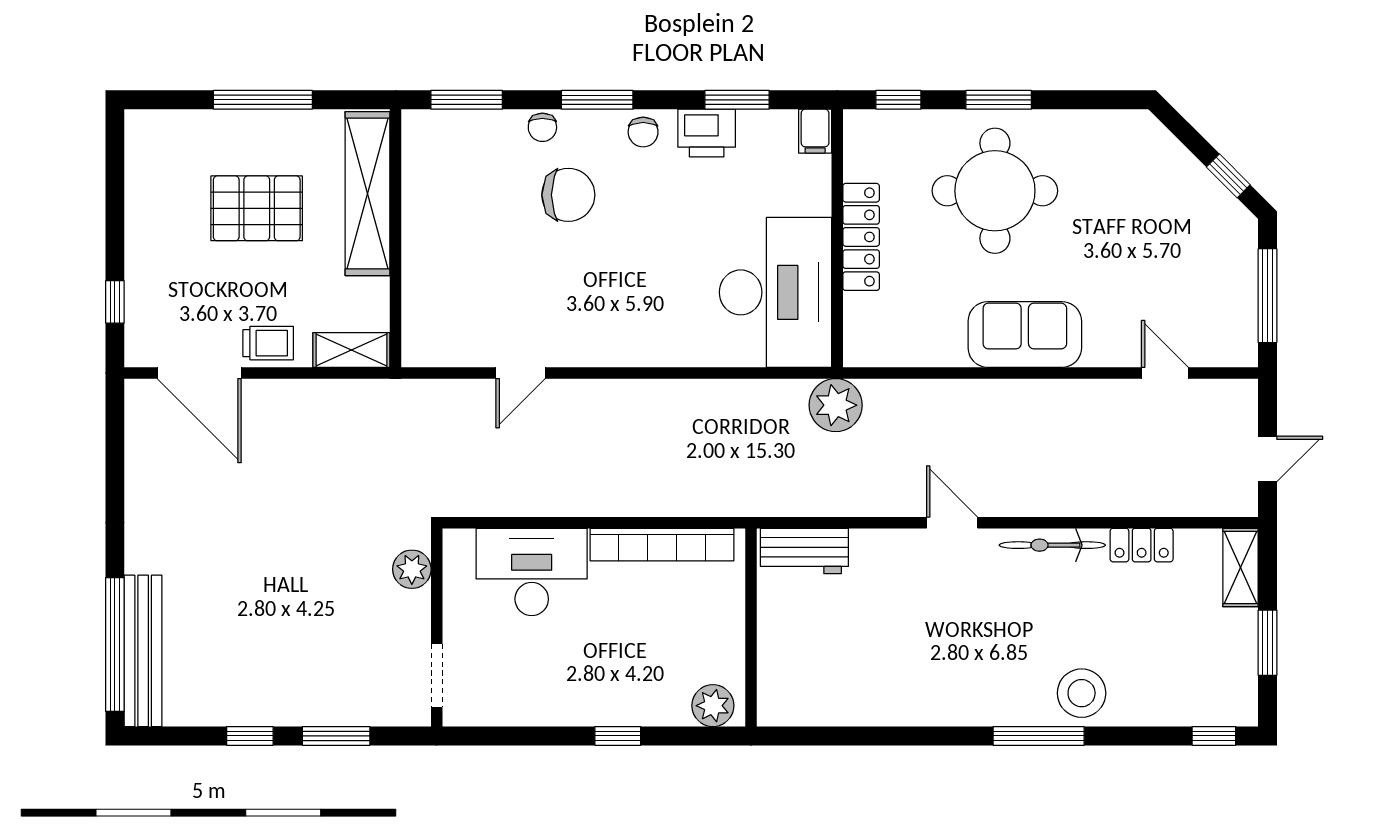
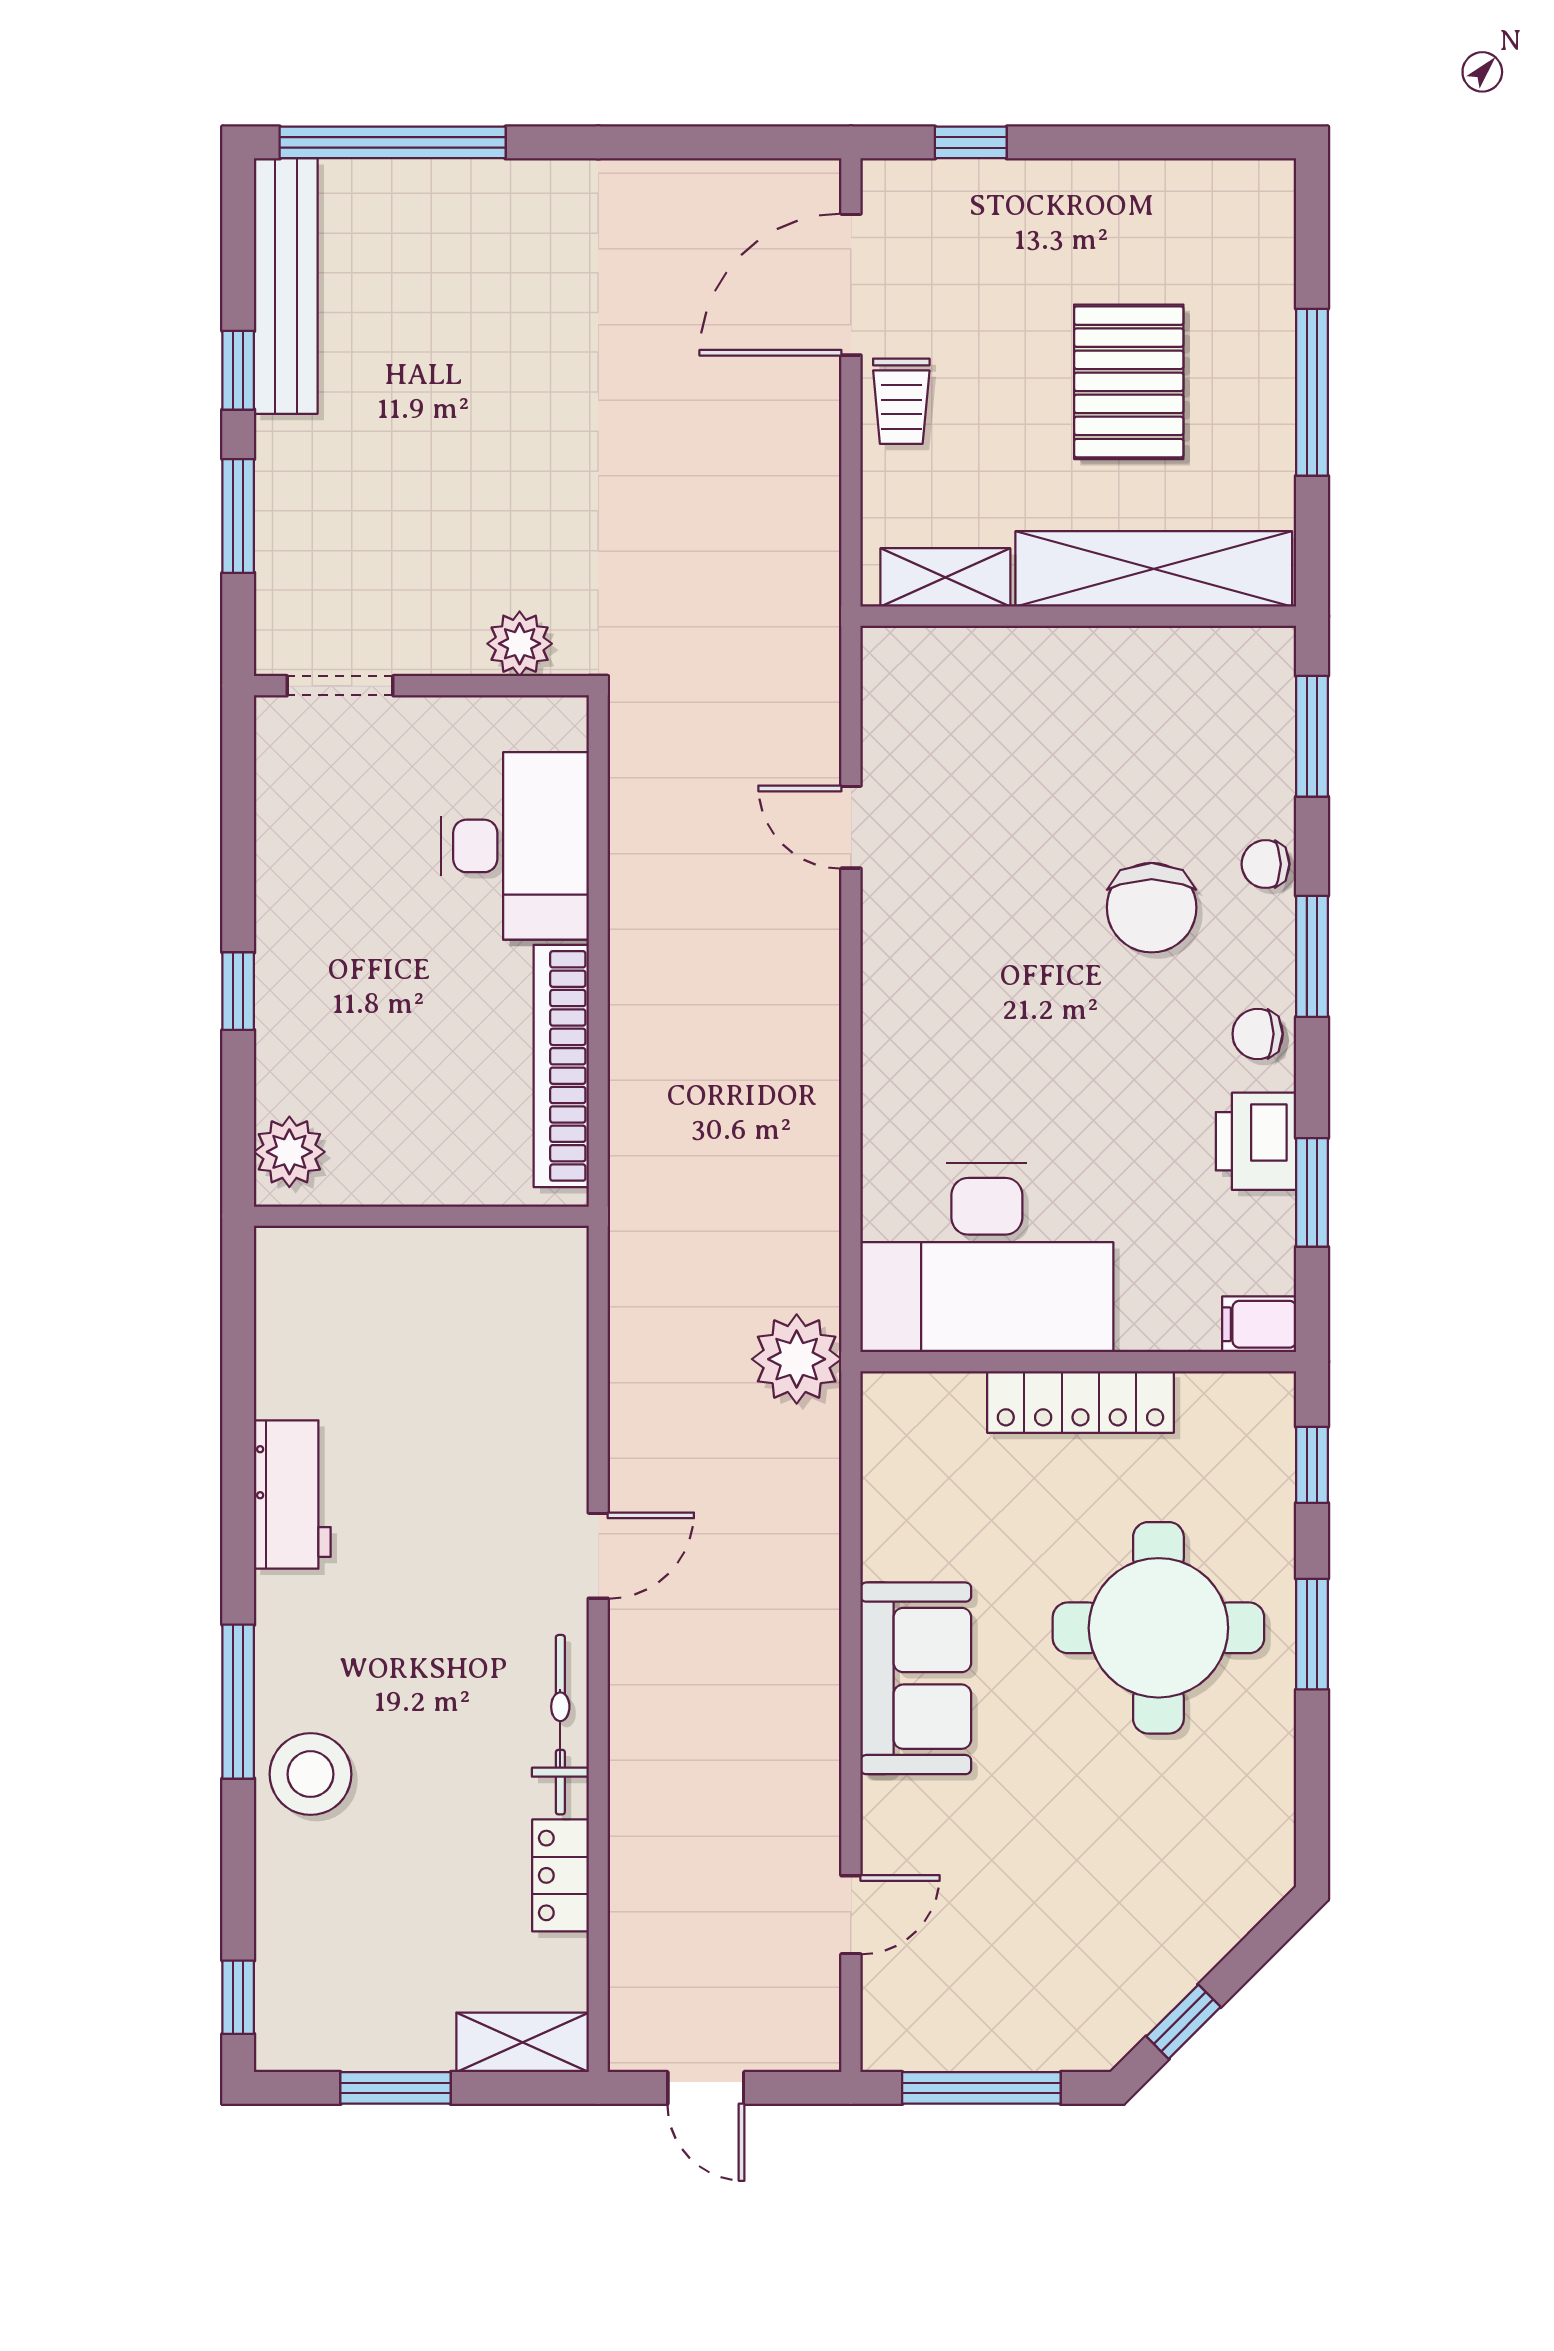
shelving: (351, 350) -> (945, 577), moved, turned 90
workbench: (804, 551) -> (292, 1494), moved, turned 180
bench: (143, 651) -> (286, 286), moved, turned 90

